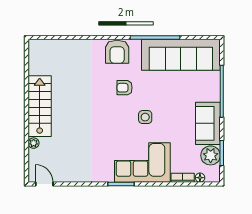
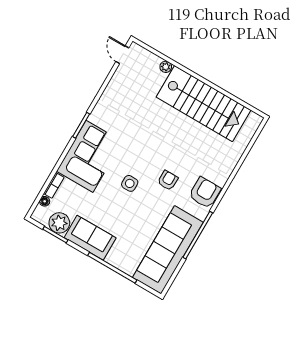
armchair: (117, 52) -> (205, 193), turned 90
stairs: (40, 106) -> (203, 104), width x1.36, depth x1.51
door: (44, 184) -> (122, 55), swing flipped

